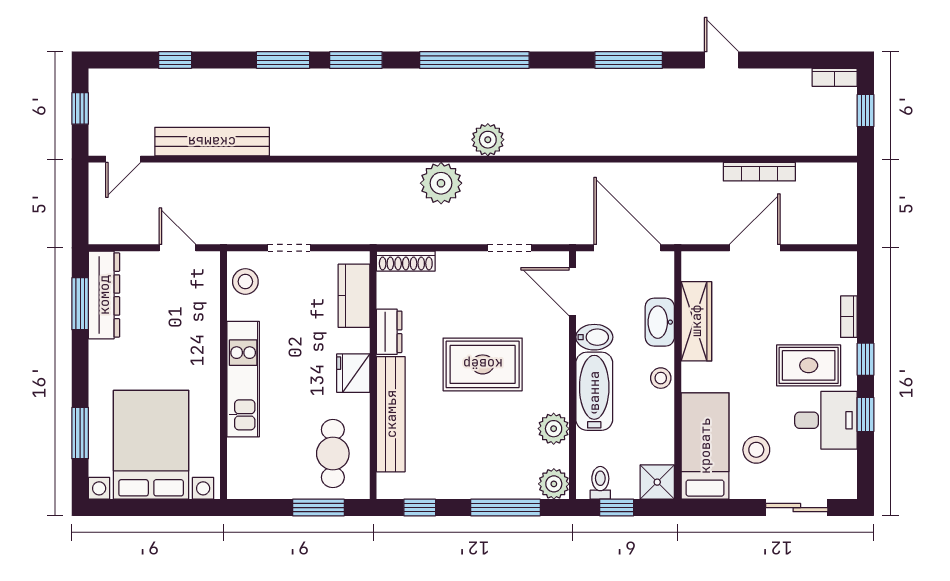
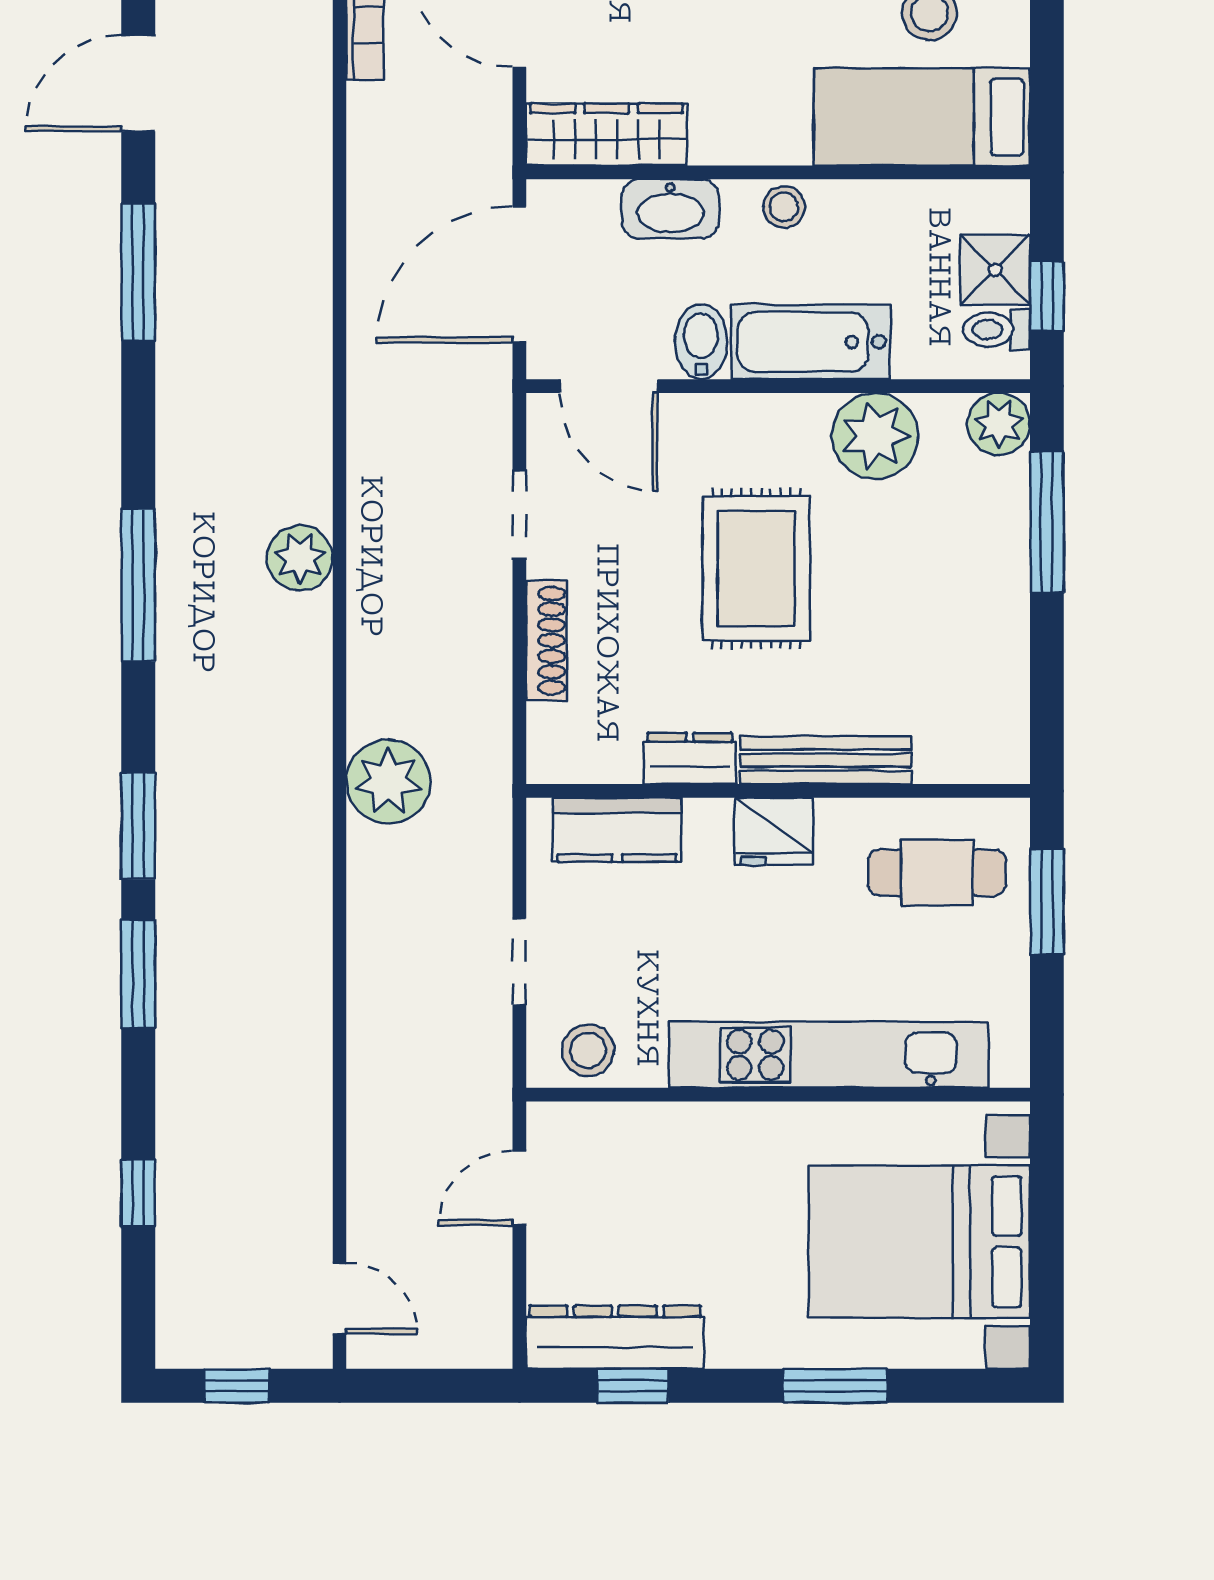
window: (474, 60) -> (138, 585), width x0.68
door: (722, 60) -> (138, 83), width x1.38
bench: (212, 142) -> (304, 1118), removed
plant: (441, 183) -> (388, 782), moved
shoe rack: (406, 261) -> (546, 641), moved
door: (573, 292) -> (609, 386), hinge flipped
window: (80, 304) -> (633, 1386), width x0.67
wardrobe: (696, 321) -> (607, 135), moved
kitchen unit: (243, 379) -> (829, 1055), width x1.36
bench: (391, 414) -> (826, 760), width x0.73, depth x0.82
plant: (554, 429) -> (875, 436), width x1.36, depth x1.36
window: (80, 433) -> (835, 1386), moved
shower: (657, 482) -> (995, 270), moved
window: (420, 508) -> (1047, 696), removed

